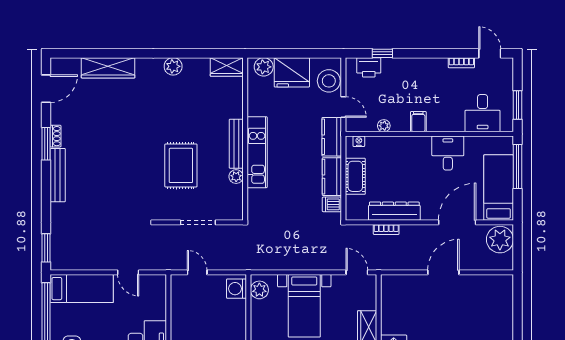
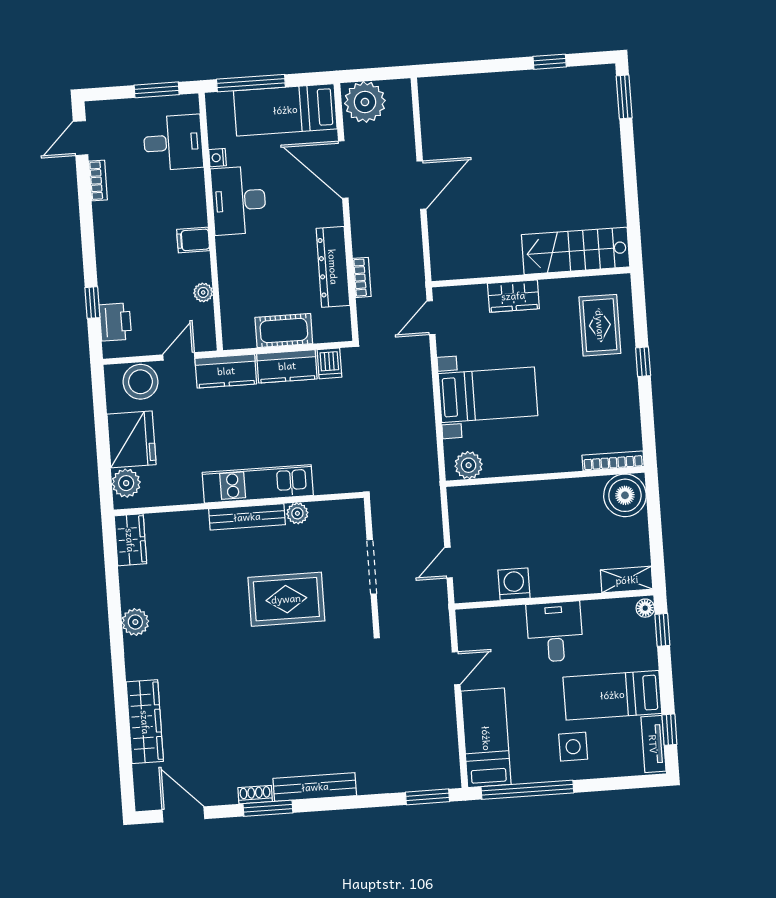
nightstand: (359, 141) -> (217, 158), moved
desk: (448, 153) -> (239, 200), width x1.37
door: (443, 272) -> (421, 185), swing flipped
washing machine: (237, 289) -> (514, 584), moved, turned 180

